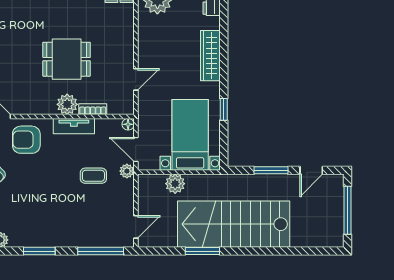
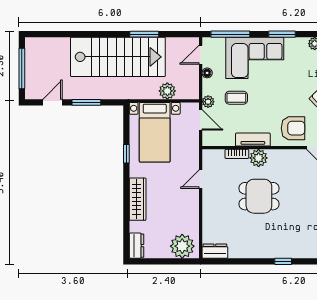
floor lamp: (128, 124) -> (207, 73), moved
corner sofa: (72, 223) -> (255, 58), added

